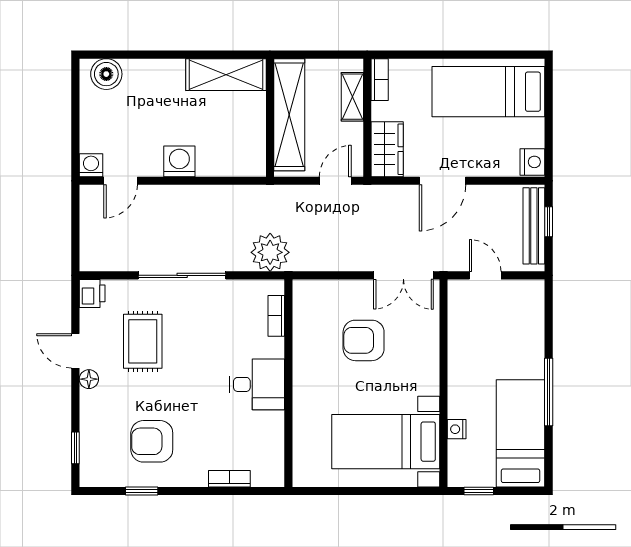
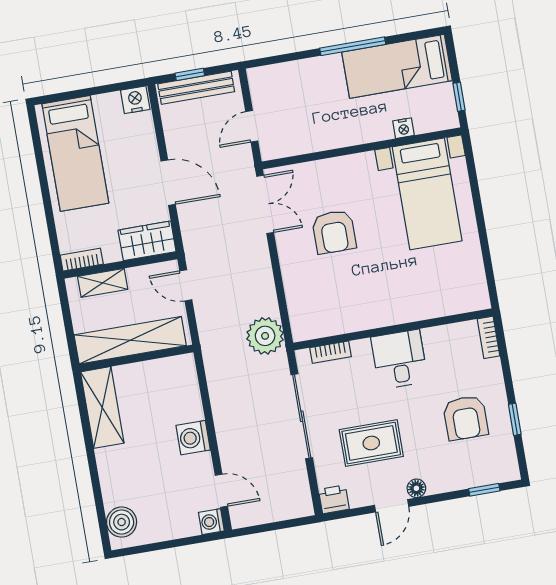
bookcase: (276, 316) -> (331, 352), moved
wall: (288, 383) -> (393, 329), moved
desk: (257, 384) -> (399, 359), moved

